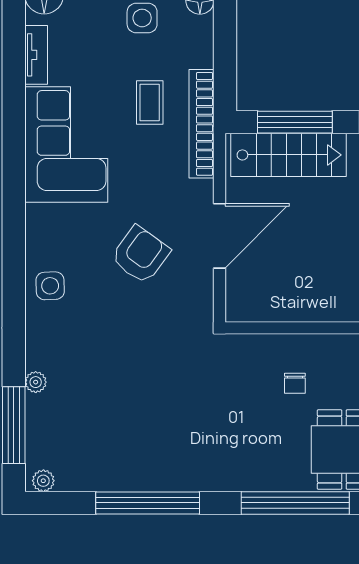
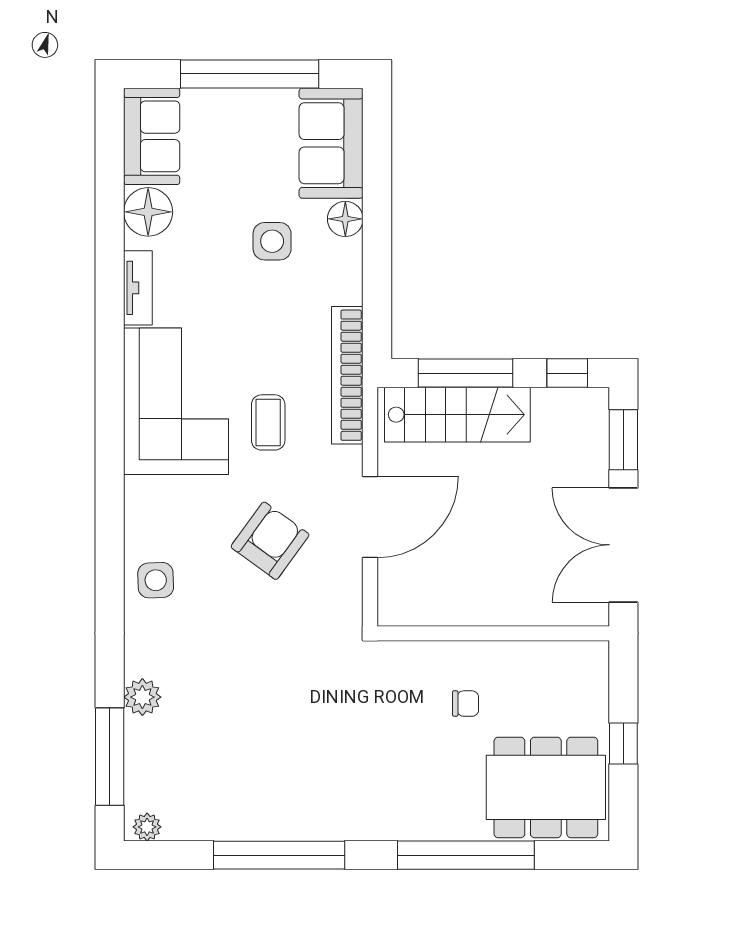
coffee table: (150, 102) -> (268, 422), moved
plant: (36, 382) -> (142, 697), width x1.38, depth x1.38
chair: (295, 383) -> (466, 704), turned -90

